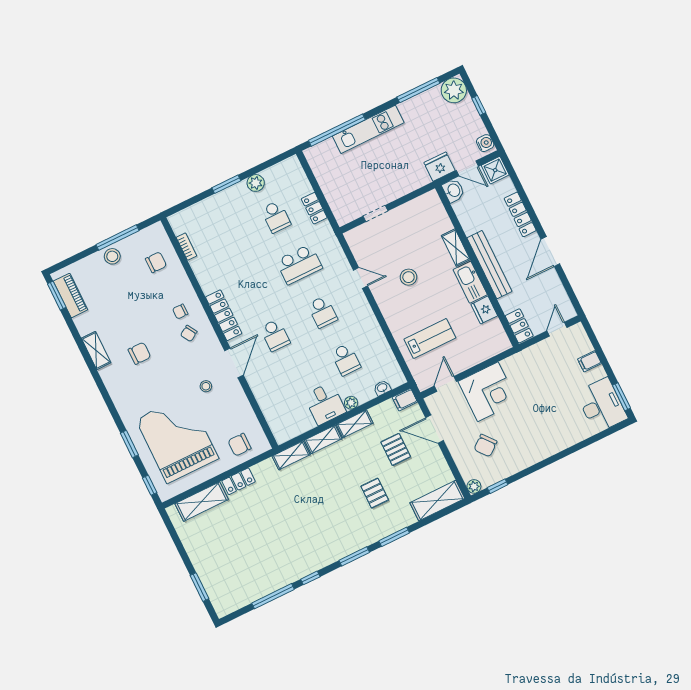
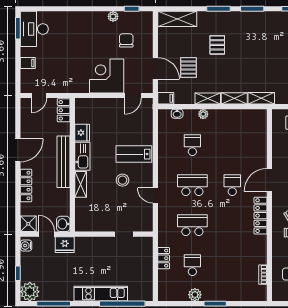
school desk: (322, 312) -> (192, 185), width x1.85
lab bench: (430, 338) -> (134, 154), moved
desk: (325, 404) -> (221, 122), removed
chair: (485, 446) -> (126, 40), turned -51
plant: (474, 486) -> (113, 16), moved

